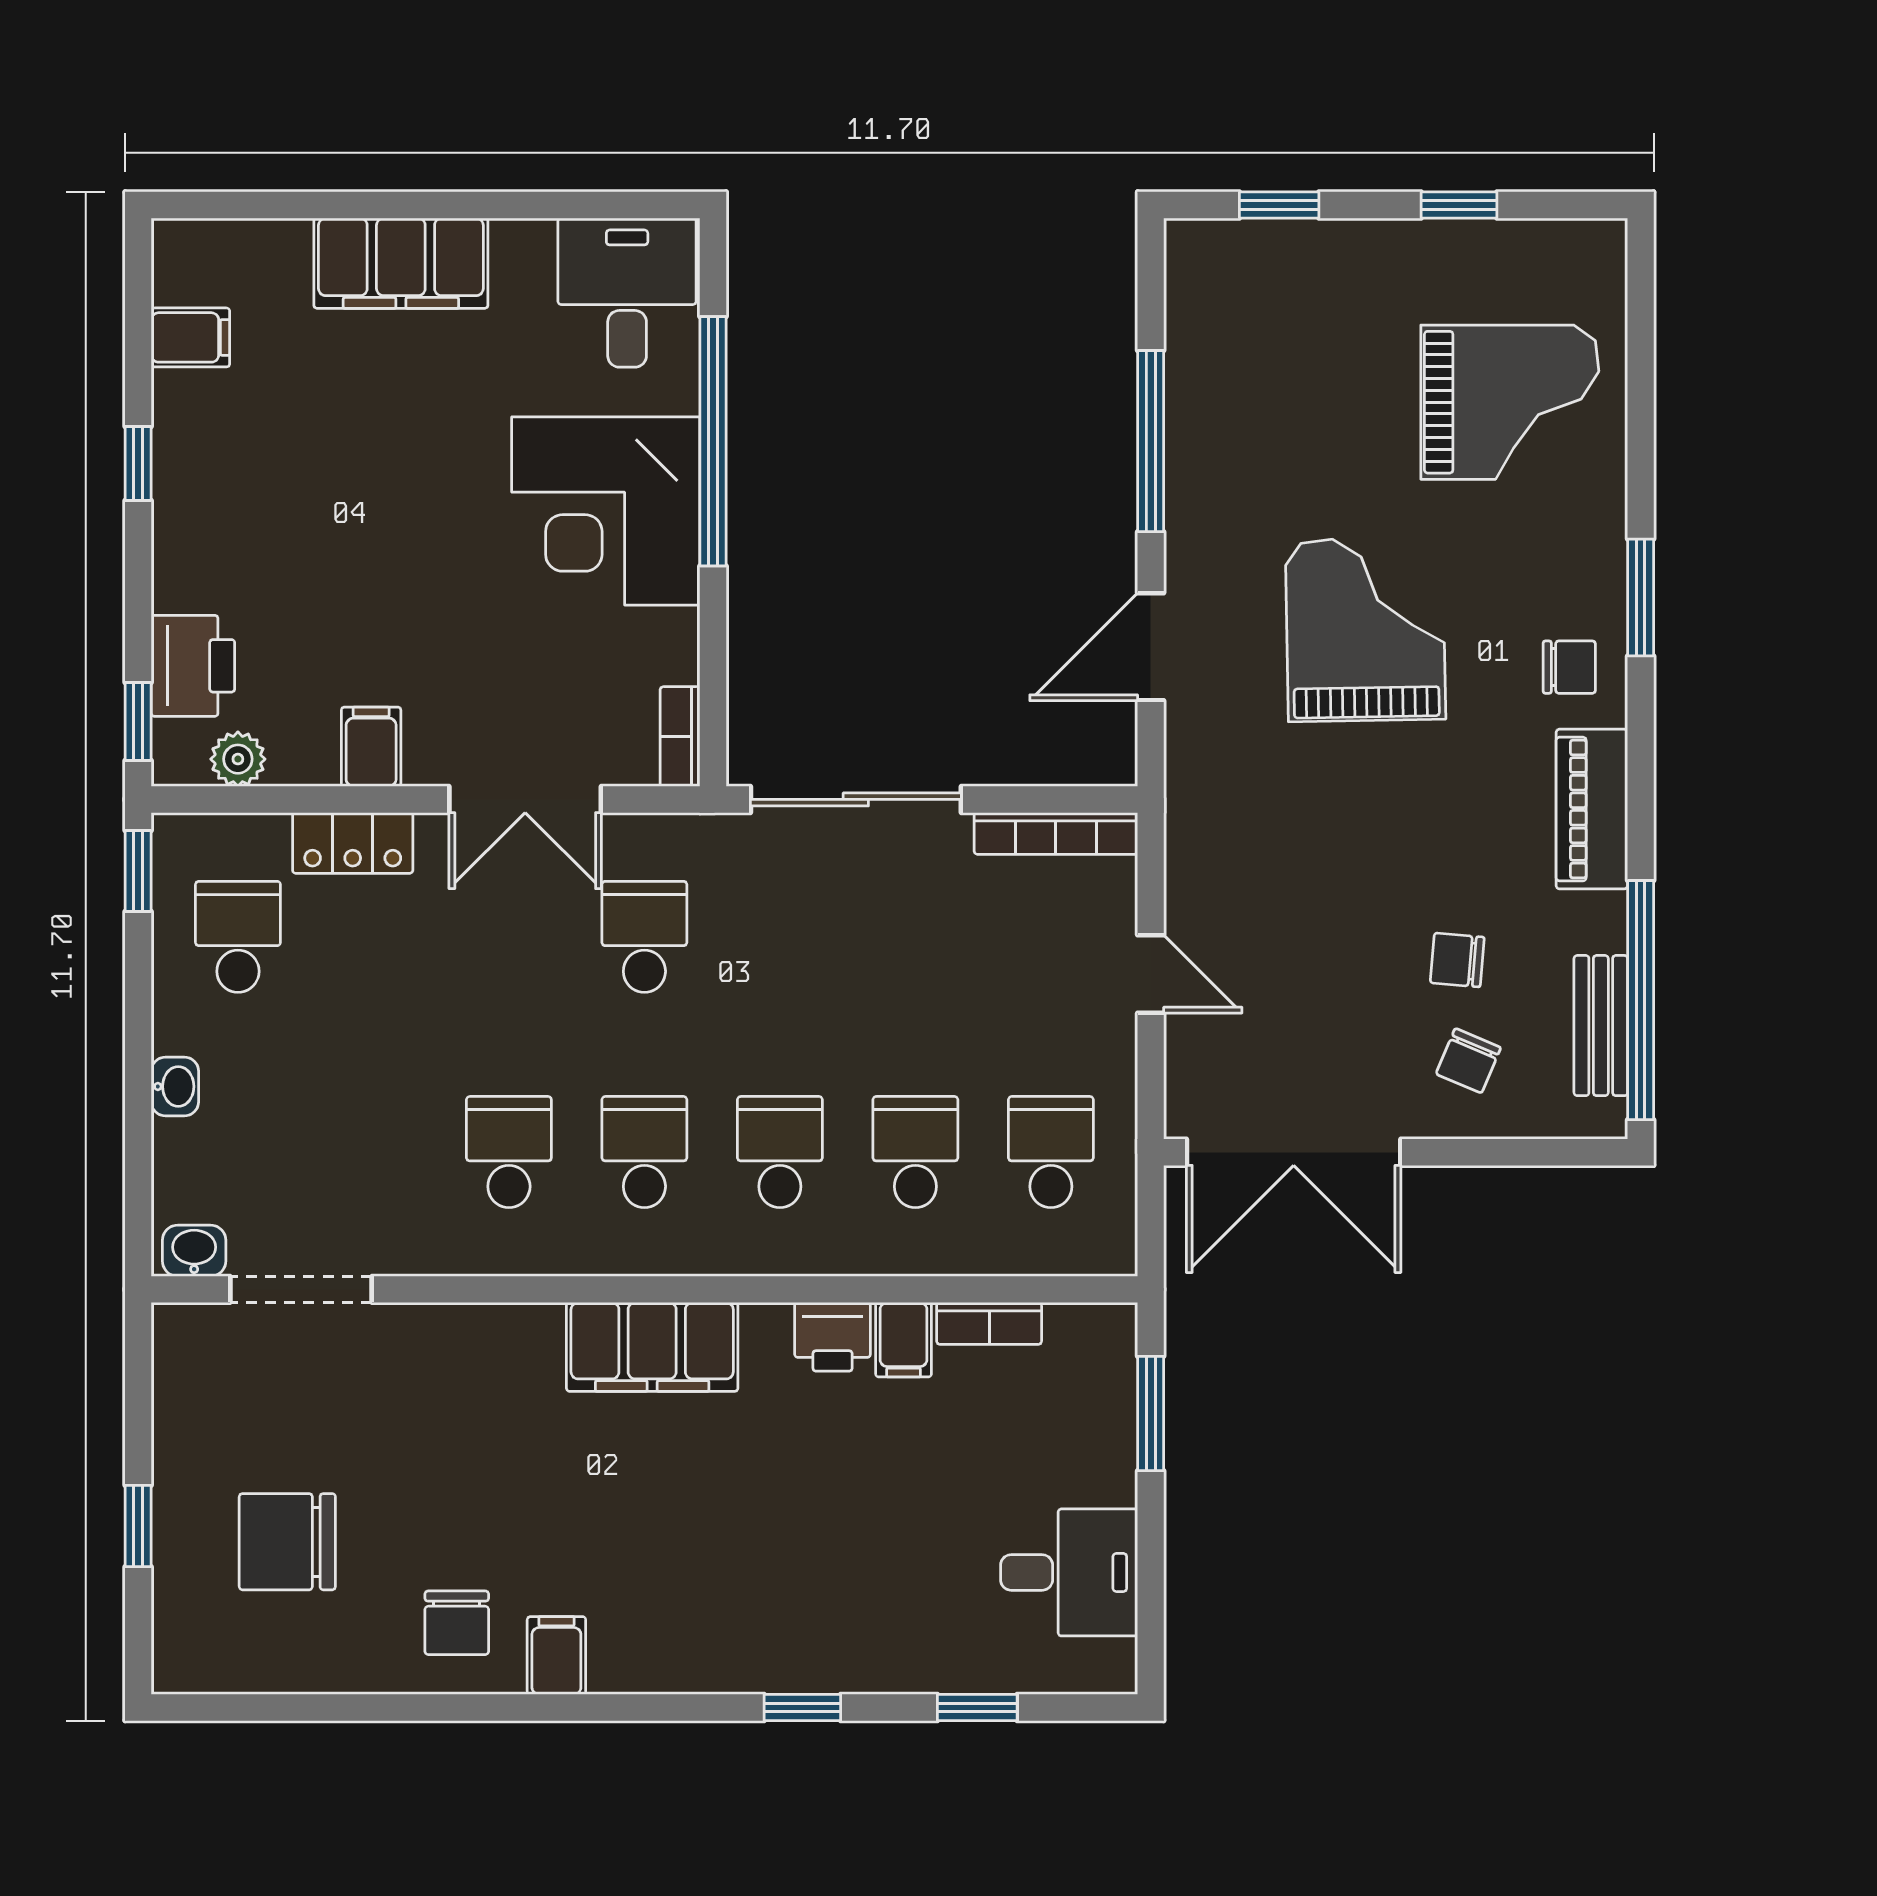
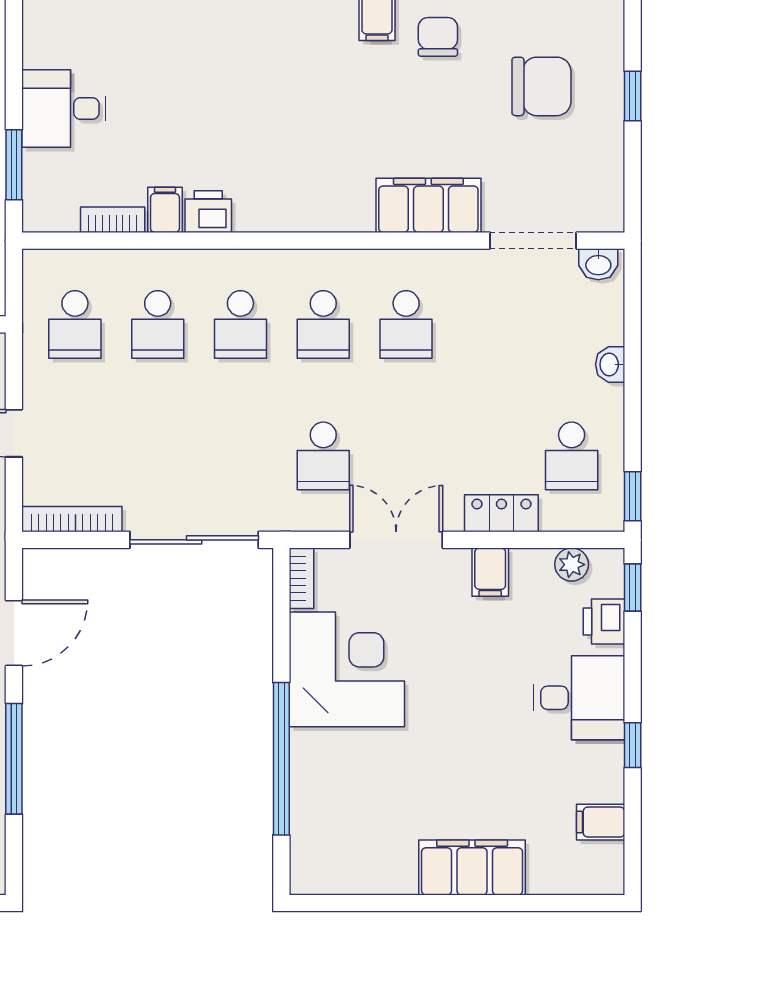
desk: (627, 293) -> (579, 698), moved, turned -90
corner desk: (606, 511) -> (347, 669), moved
printer: (193, 666) -> (604, 621), width x0.73, depth x0.81
filing cabinet: (652, 1347) -> (428, 205), moved
desk: (1069, 1572) -> (64, 108), moved

